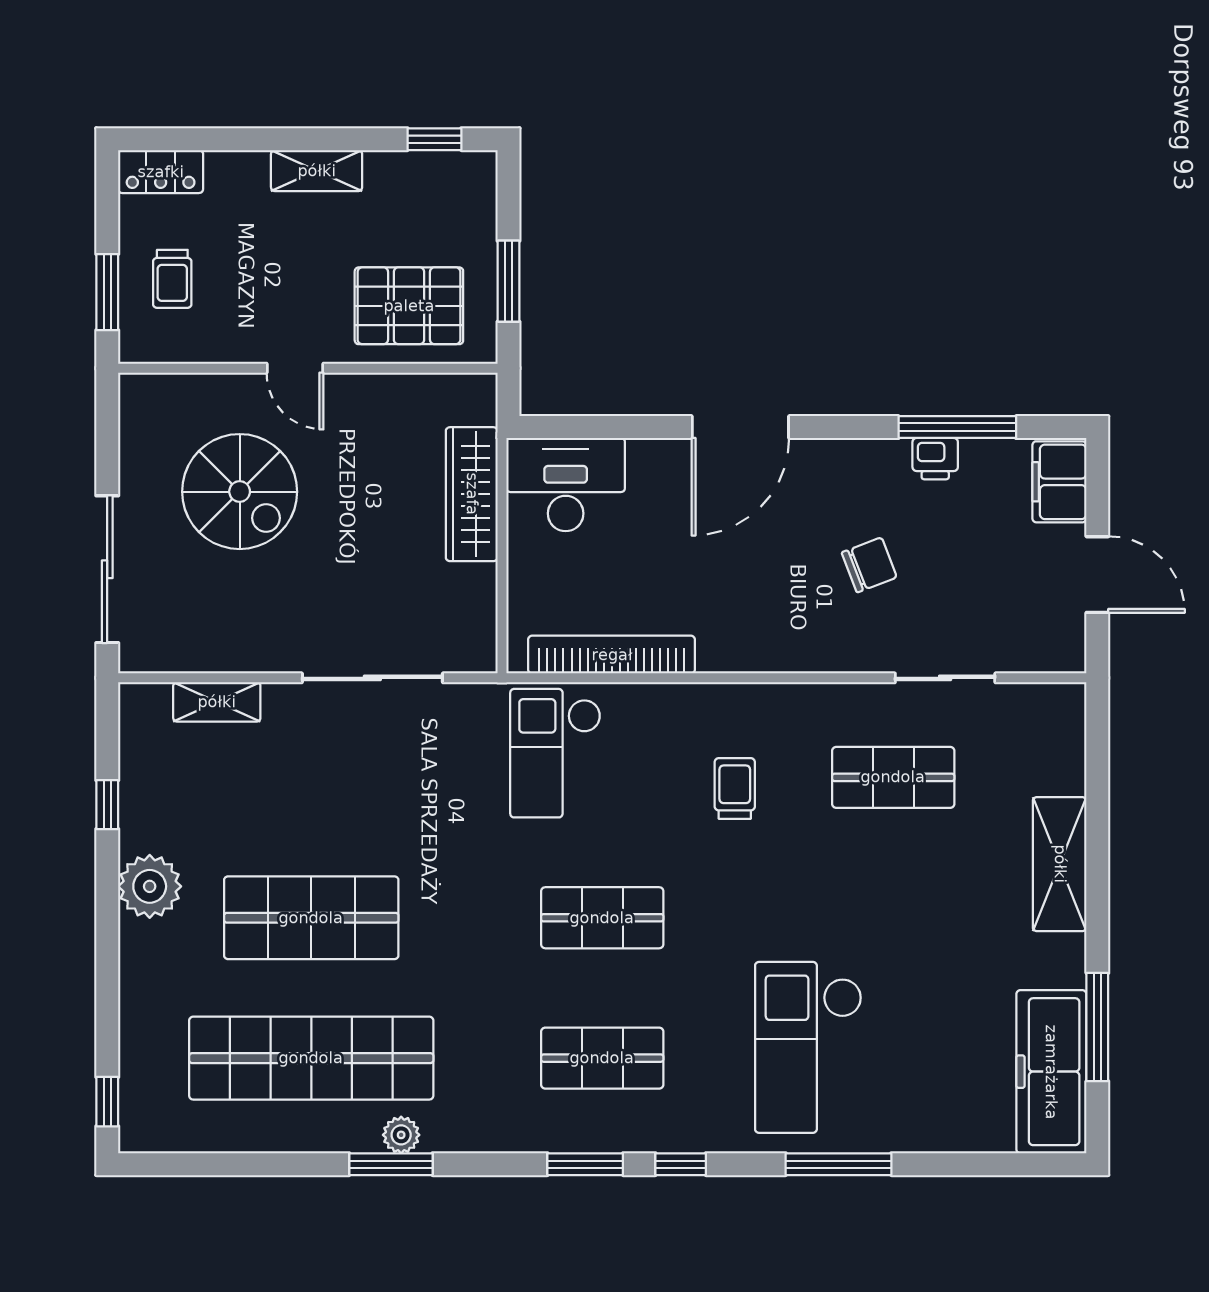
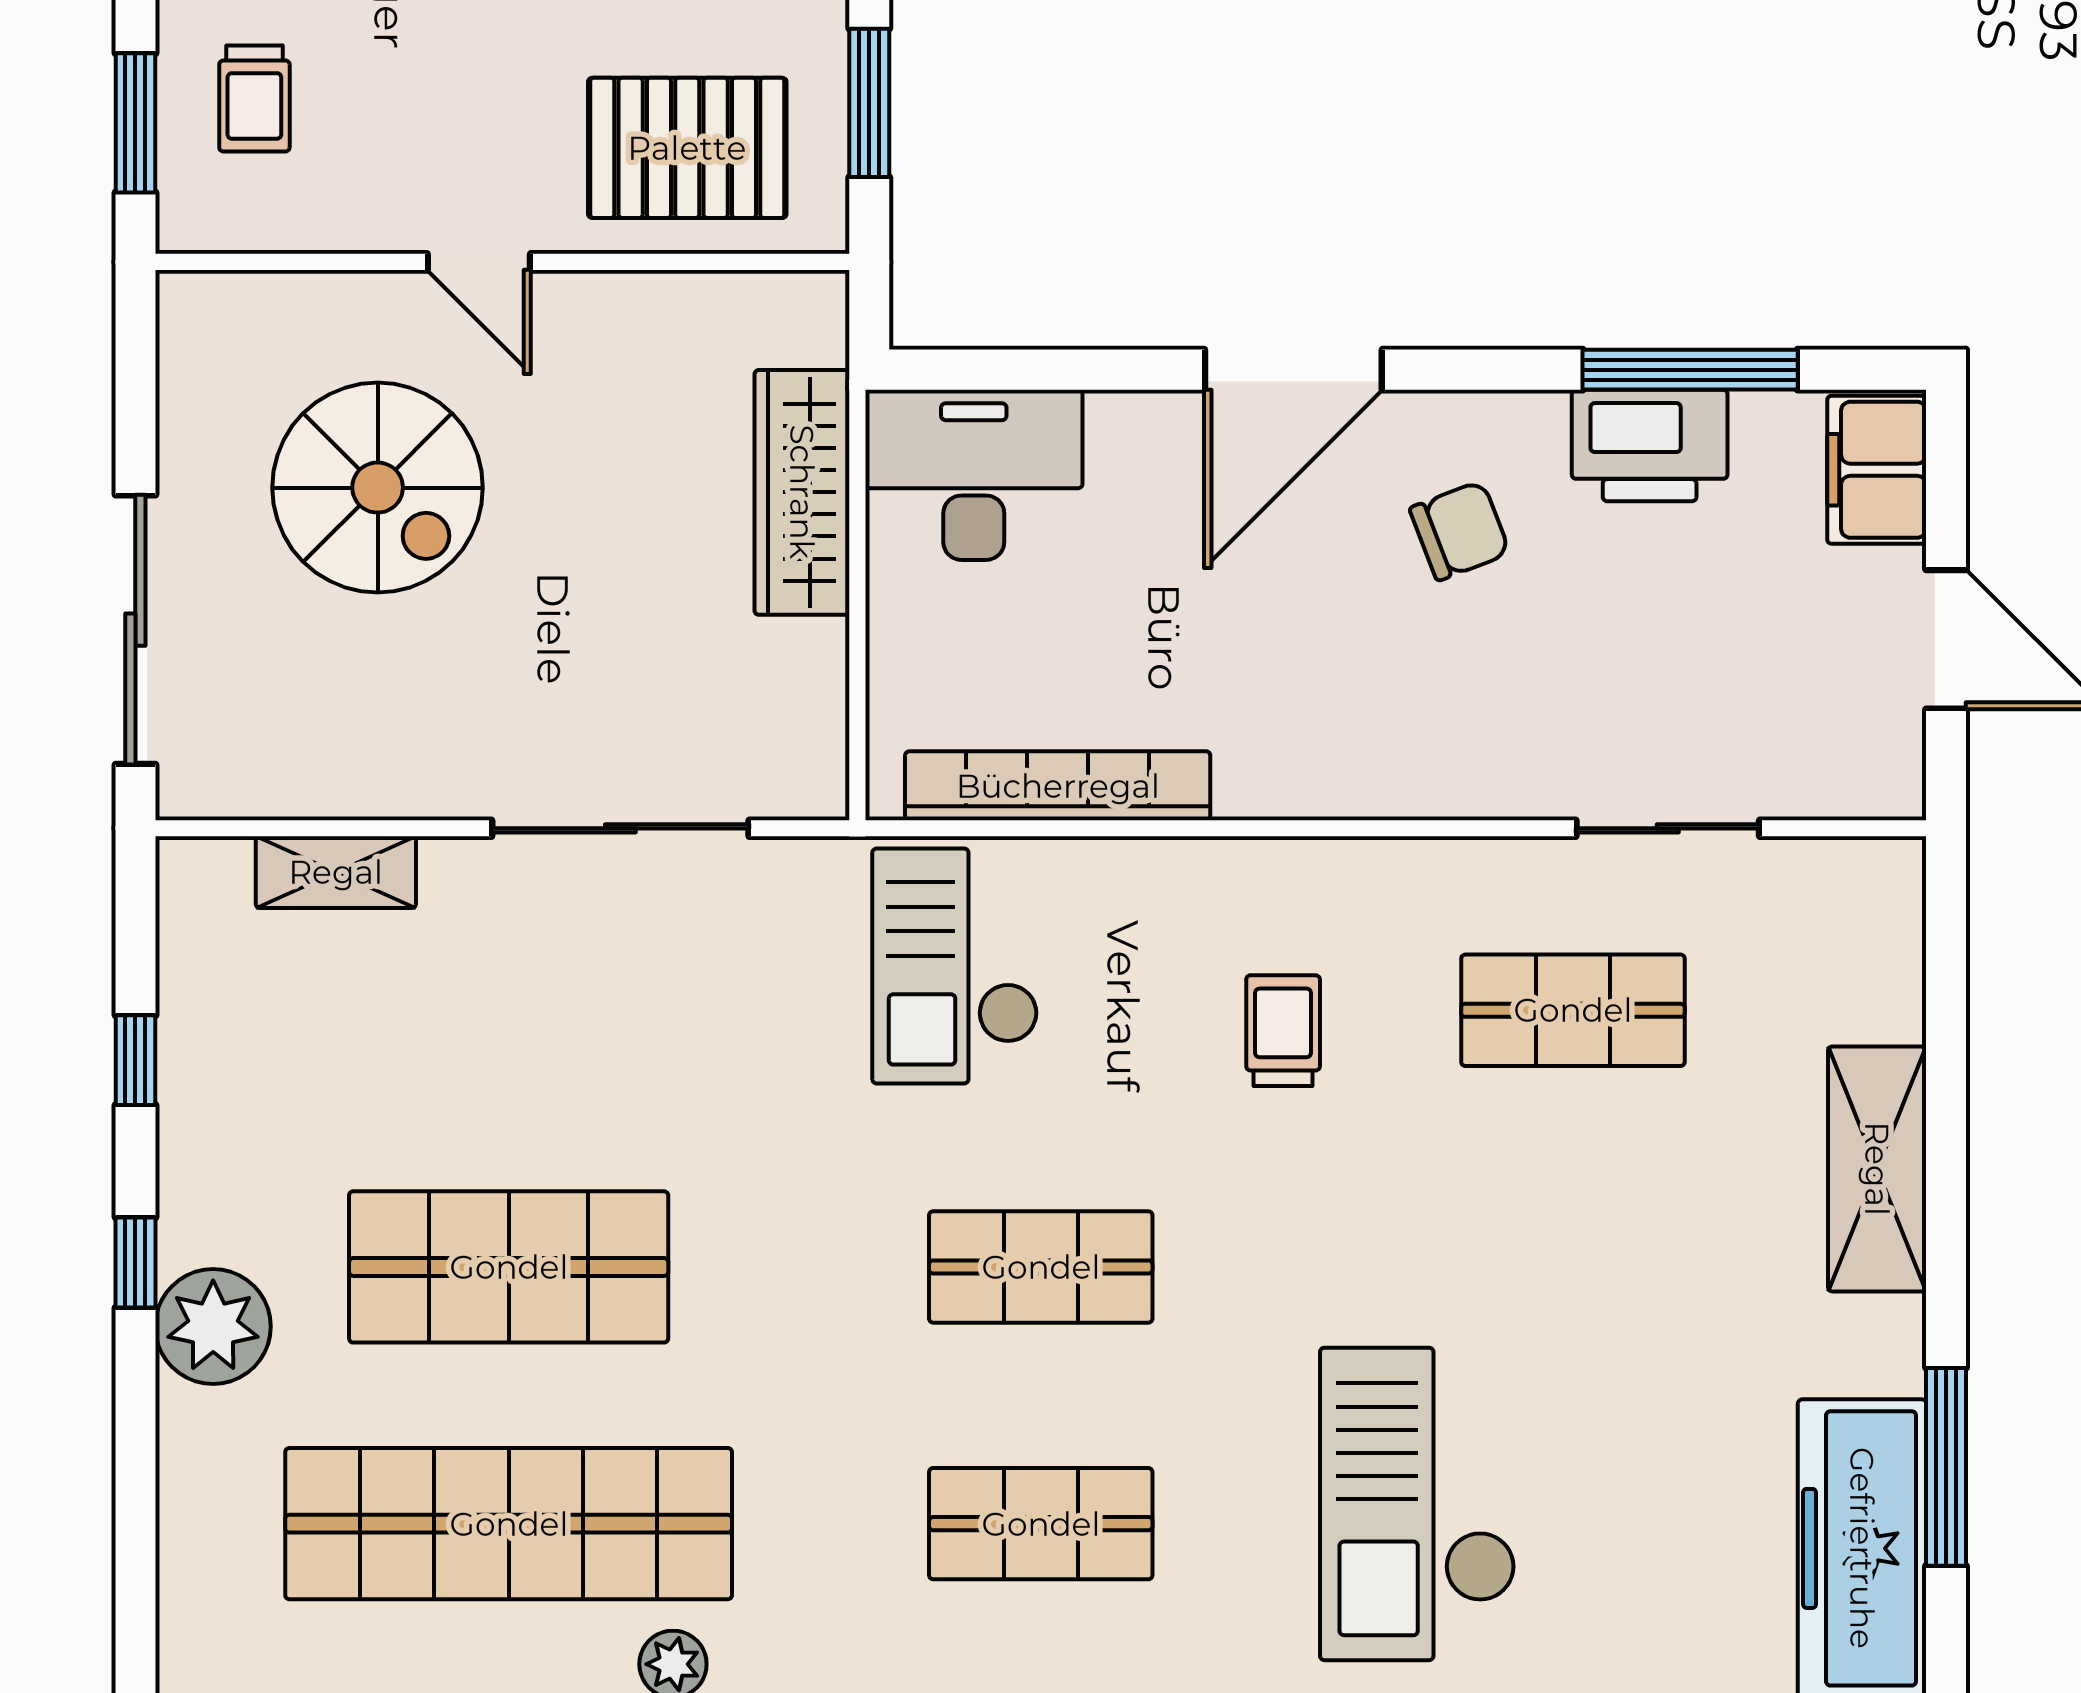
printer: (935, 459) -> (1650, 445), width x1.87, depth x1.48
chair: (869, 565) -> (1460, 531), moved
plant: (150, 886) -> (213, 1327), moved
window: (107, 1102) -> (135, 1262), moved

